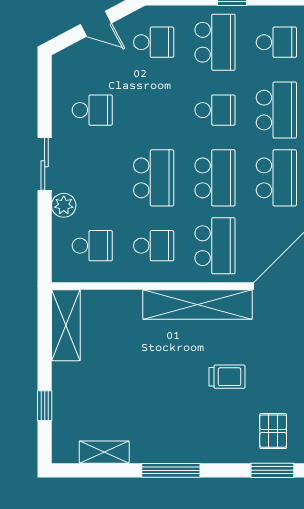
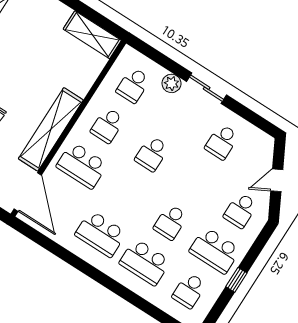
school desk: (154, 178) -> (152, 154), width x0.54
school desk: (215, 178) -> (126, 194), removed

